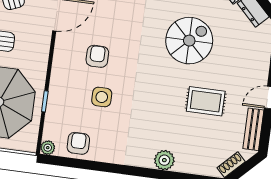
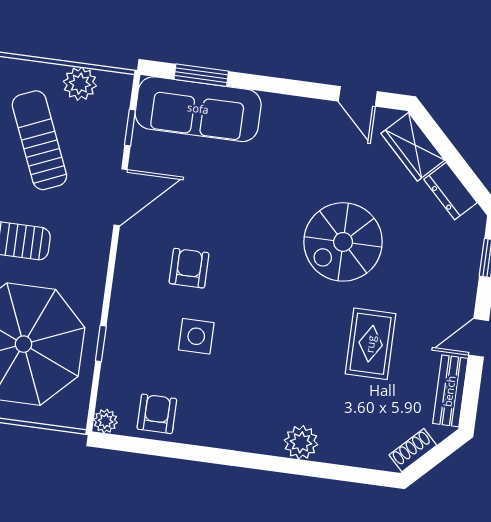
spiral stairs: (189, 41) -> (343, 242), turned 180
rug: (206, 101) -> (371, 344), turned 90

